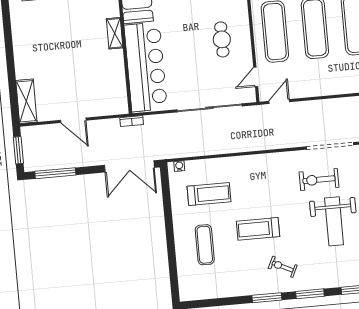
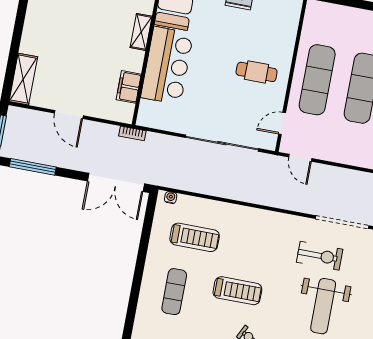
cafe table: (222, 39) -> (257, 72), turned 90
bar counter: (146, 67) -> (167, 65), width x0.73
filing cabinet: (117, 83) -> (129, 87), added
door: (279, 102) -> (300, 158), swing flipped
exercise bike: (319, 180) -> (320, 256), turned 180
treadmill: (258, 229) -> (237, 291), turned 180

